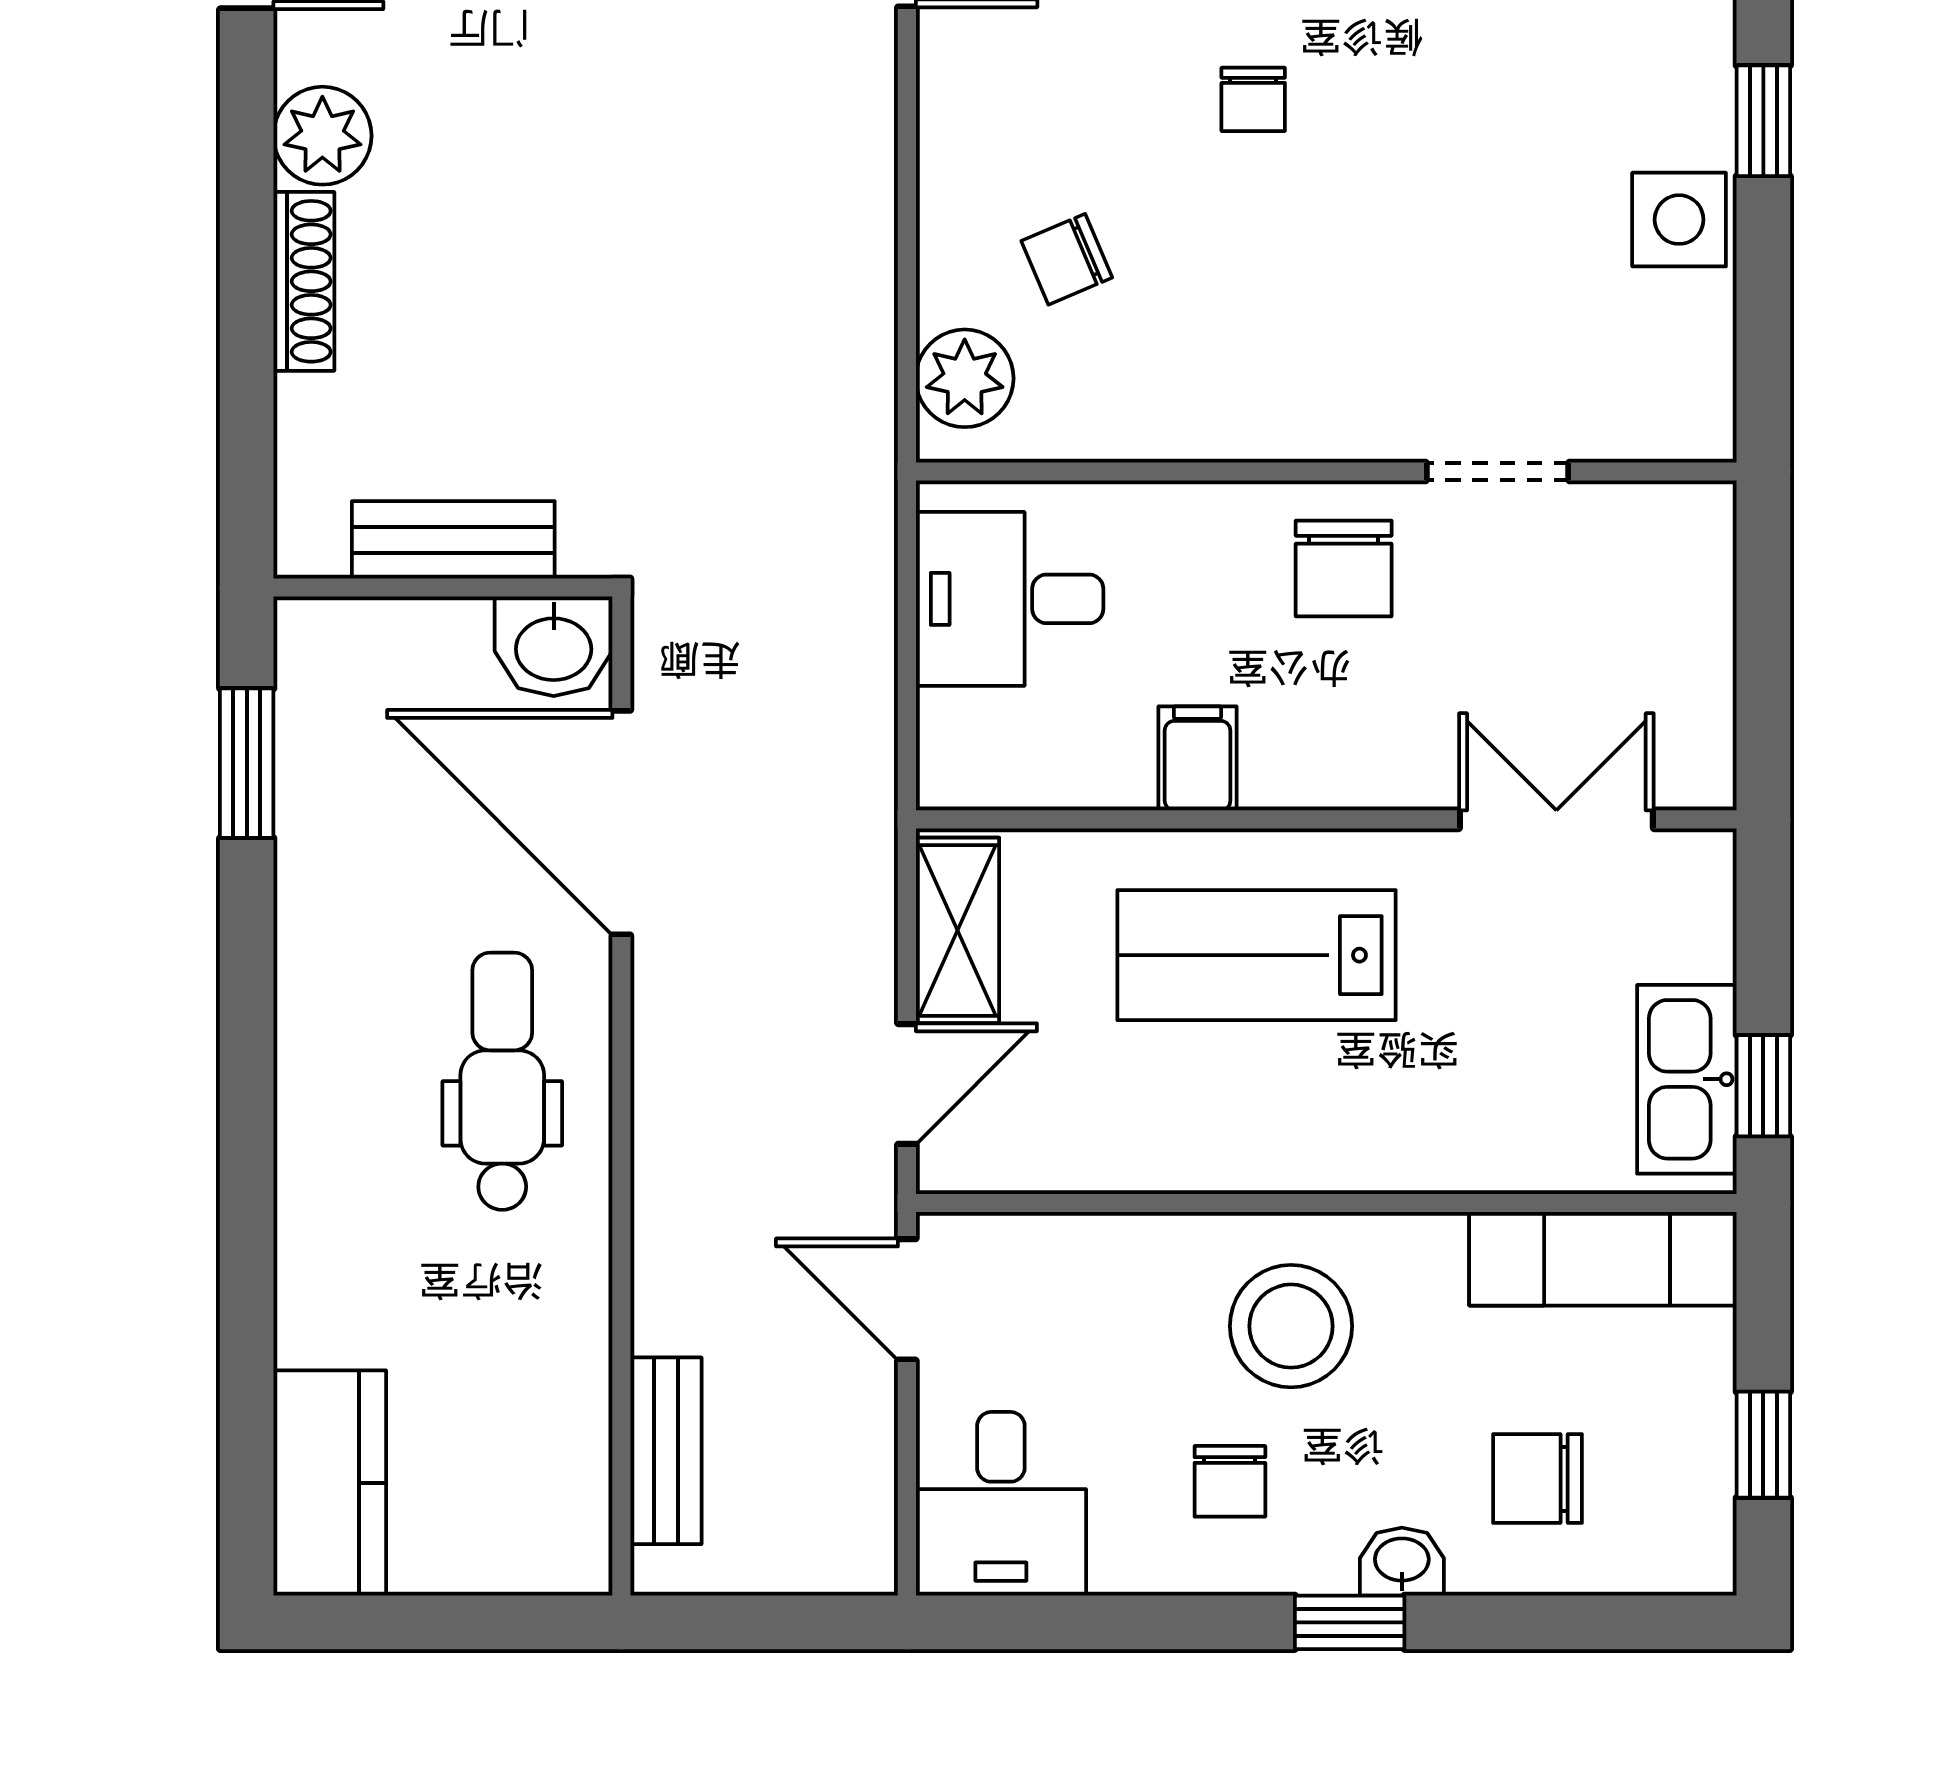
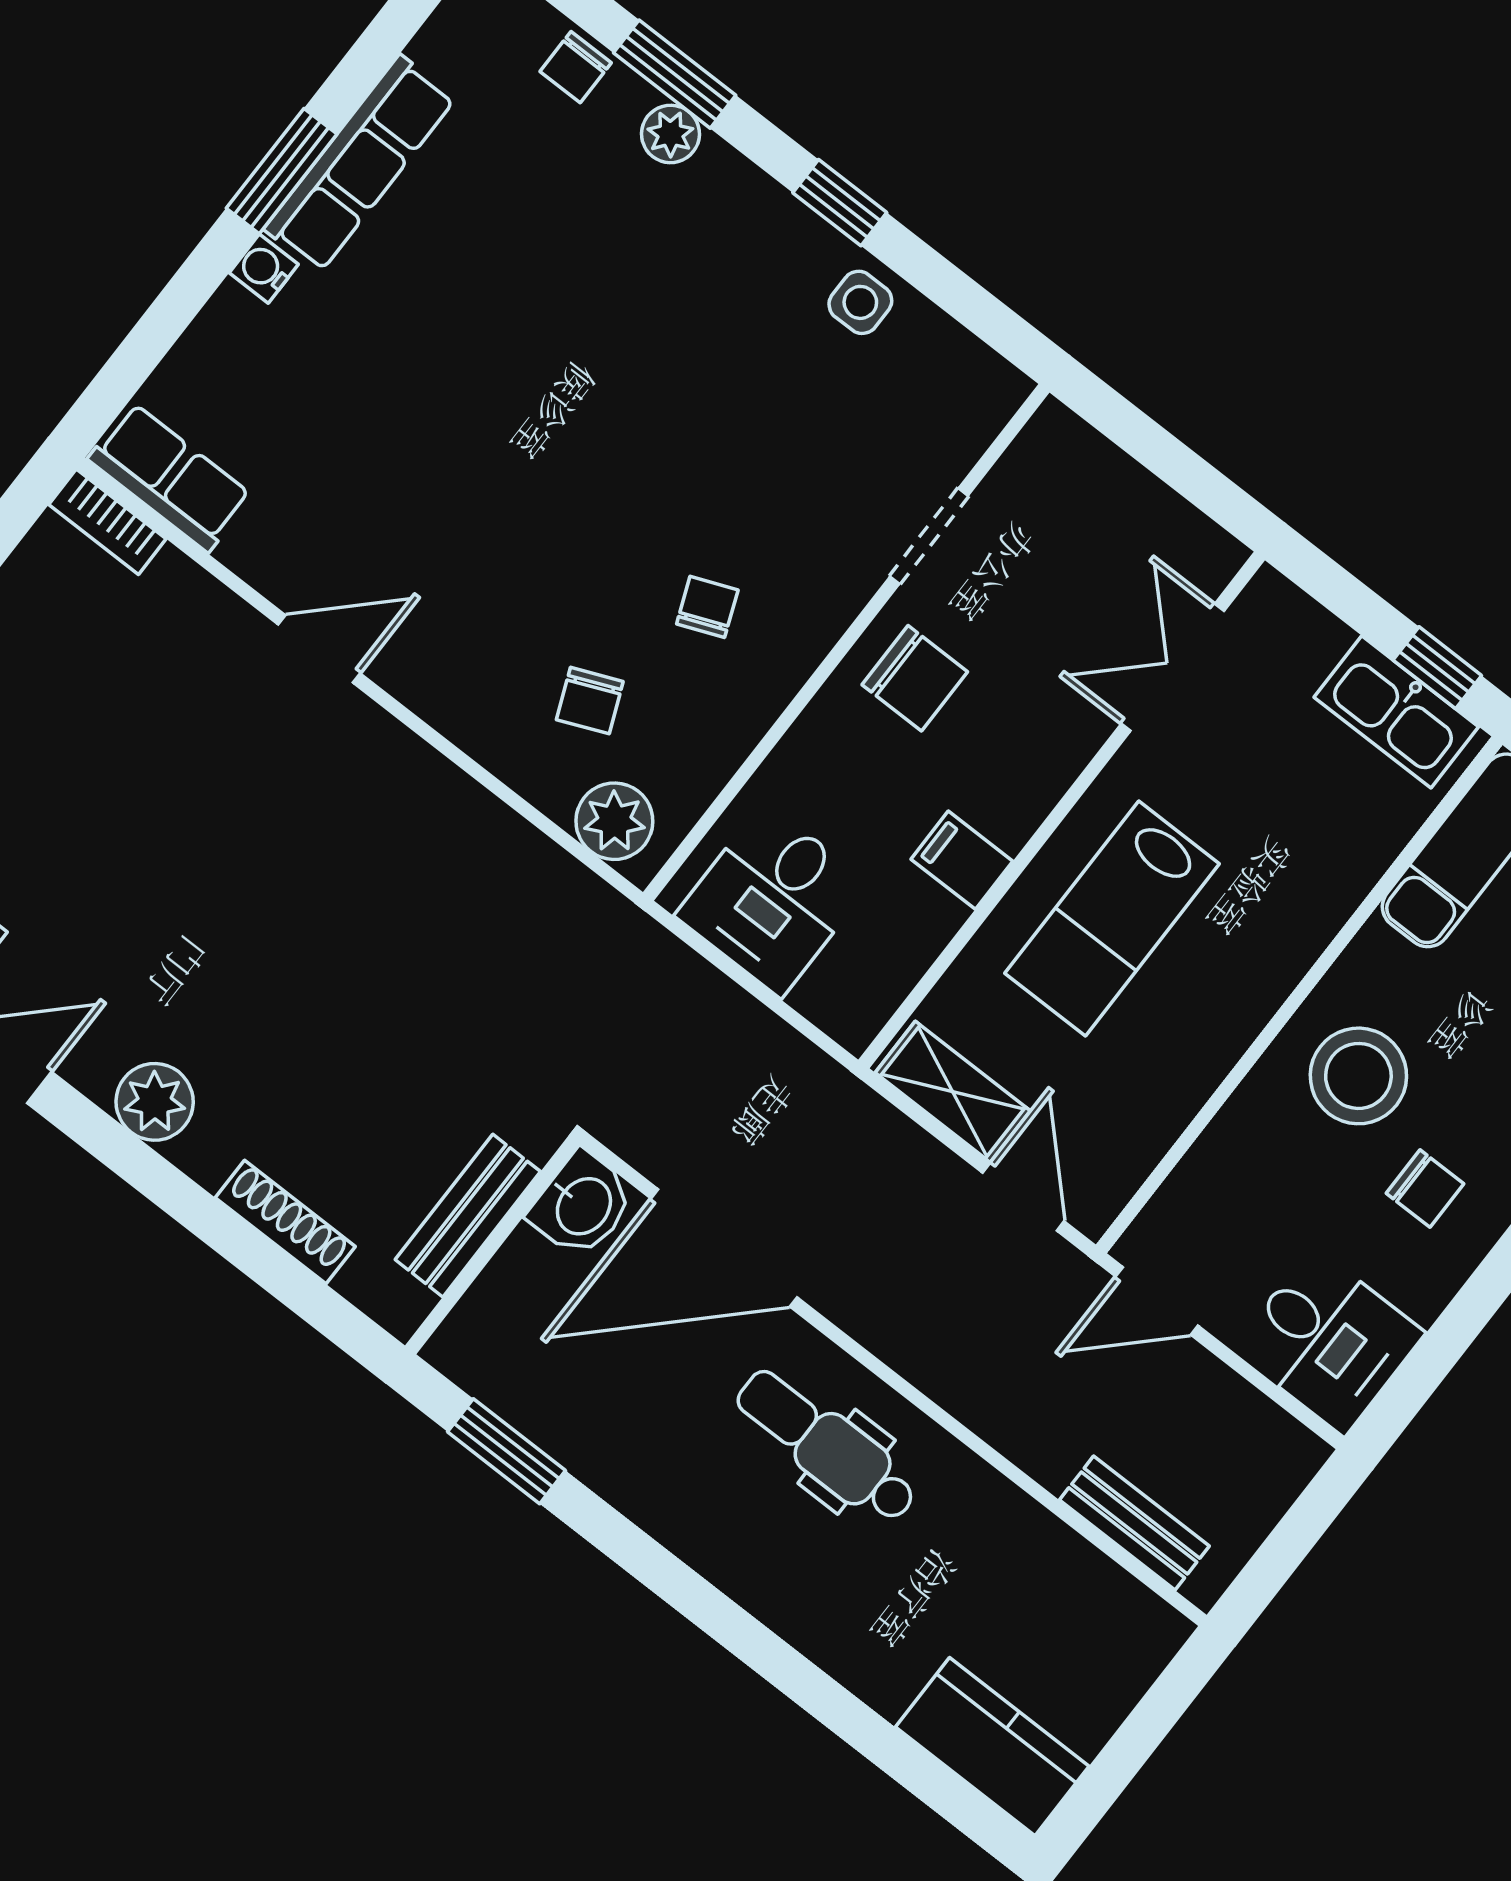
chair: (1253, 99) -> (707, 607), moved, turned -112
side table: (1679, 220) -> (860, 302), width x0.73, depth x0.73
shoe rack: (304, 281) -> (285, 1222), moved

